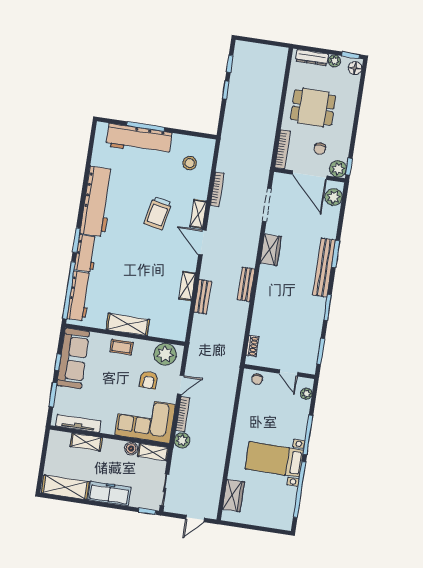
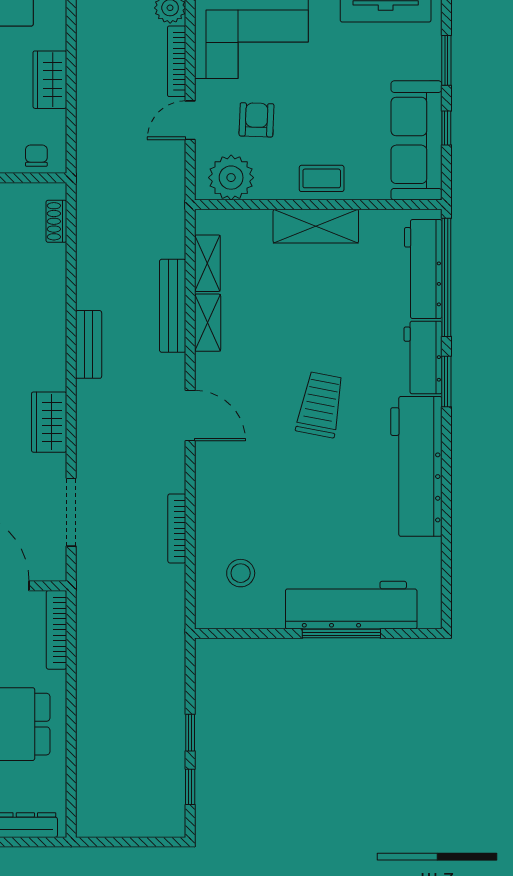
trolley: (158, 213) -> (320, 405), moved
shelving: (198, 214) -> (207, 263), moved
bench: (203, 297) -> (173, 306), width x1.36
wardrobe: (245, 415) -> (50, 80), added

